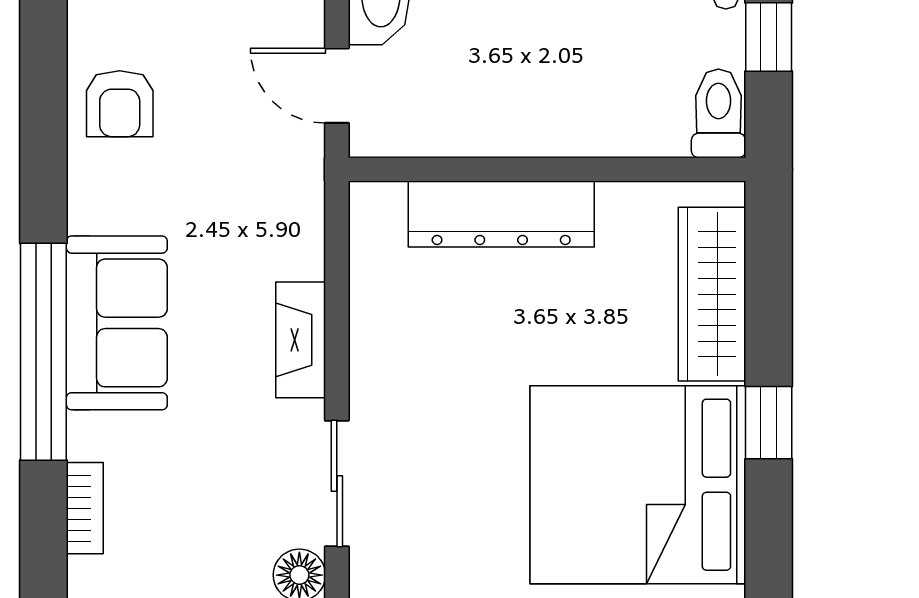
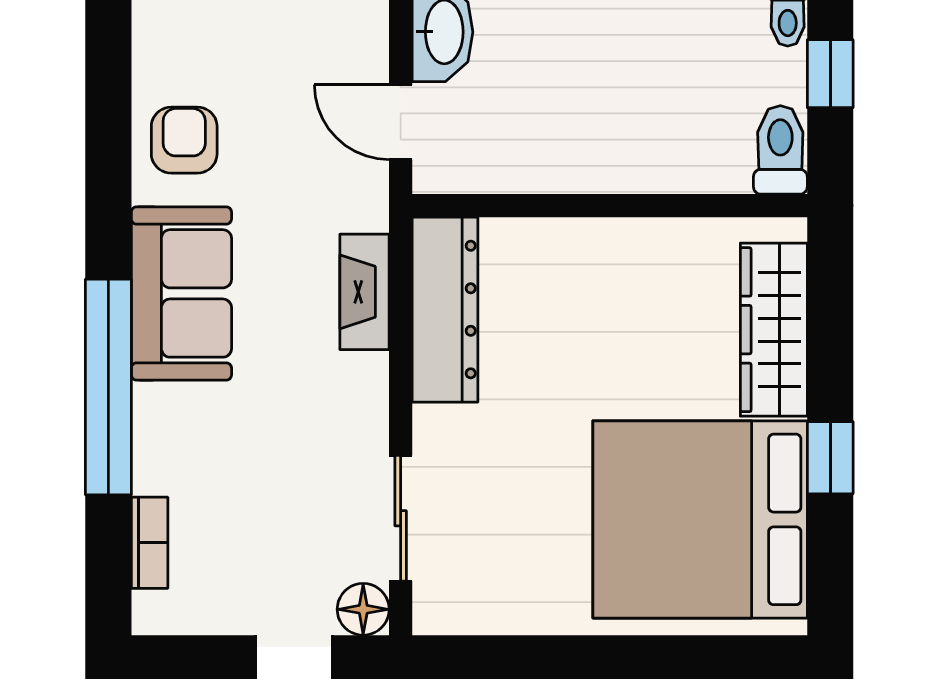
armchair: (120, 104) -> (184, 140), turned 180
dresser: (501, 214) -> (445, 310), moved, turned -90
sofa: (117, 323) -> (181, 293), moved
fireplace: (301, 340) -> (364, 292), moved

